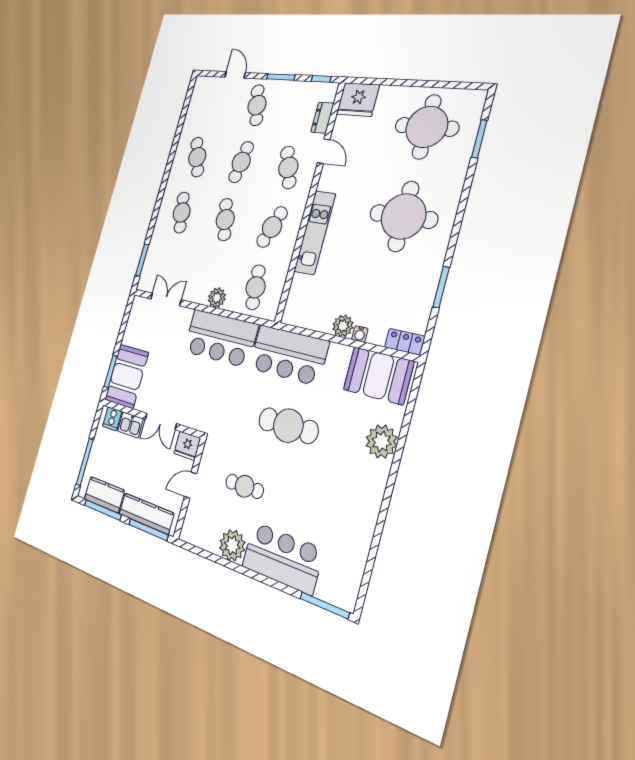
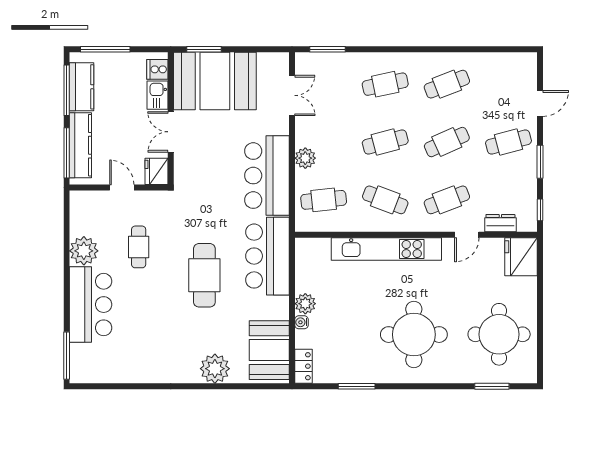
cafe table: (241, 162) -> (447, 142), turned -33
kitchen unit: (315, 233) -> (386, 249), width x1.36
booth: (126, 376) -> (215, 81), width x1.36, depth x1.42

